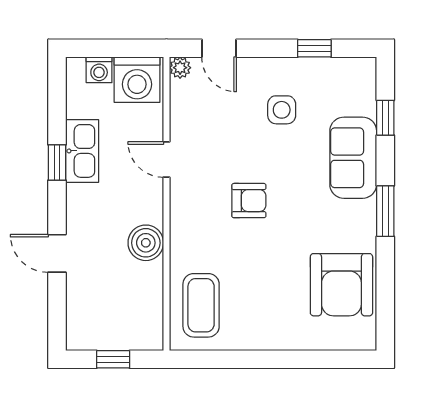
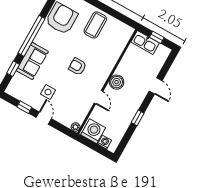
door: (219, 48) -> (44, 118), moved
kitchen sink: (82, 151) -> (145, 42), moved, turned -90
window: (385, 211) -> (32, 36), width x2.11
boiler: (146, 243) -> (117, 82), moved
coffee table: (201, 305) -> (95, 25), moved

